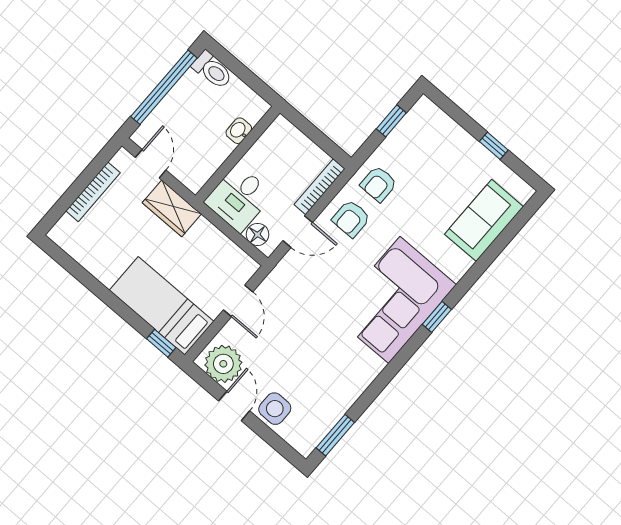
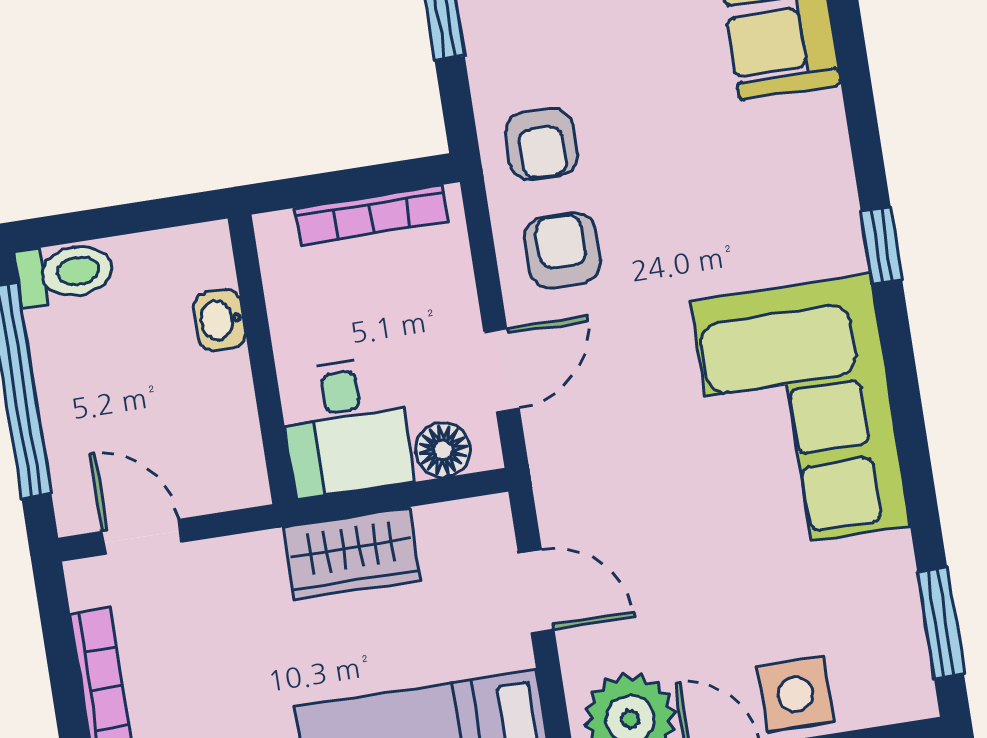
bookcase: (320, 187) -> (371, 215), moved, turned -90
wardrobe: (172, 208) -> (352, 554), moved
armchair: (351, 219) -> (562, 250), turned 180
corner sofa: (394, 300) -> (800, 413), moved

